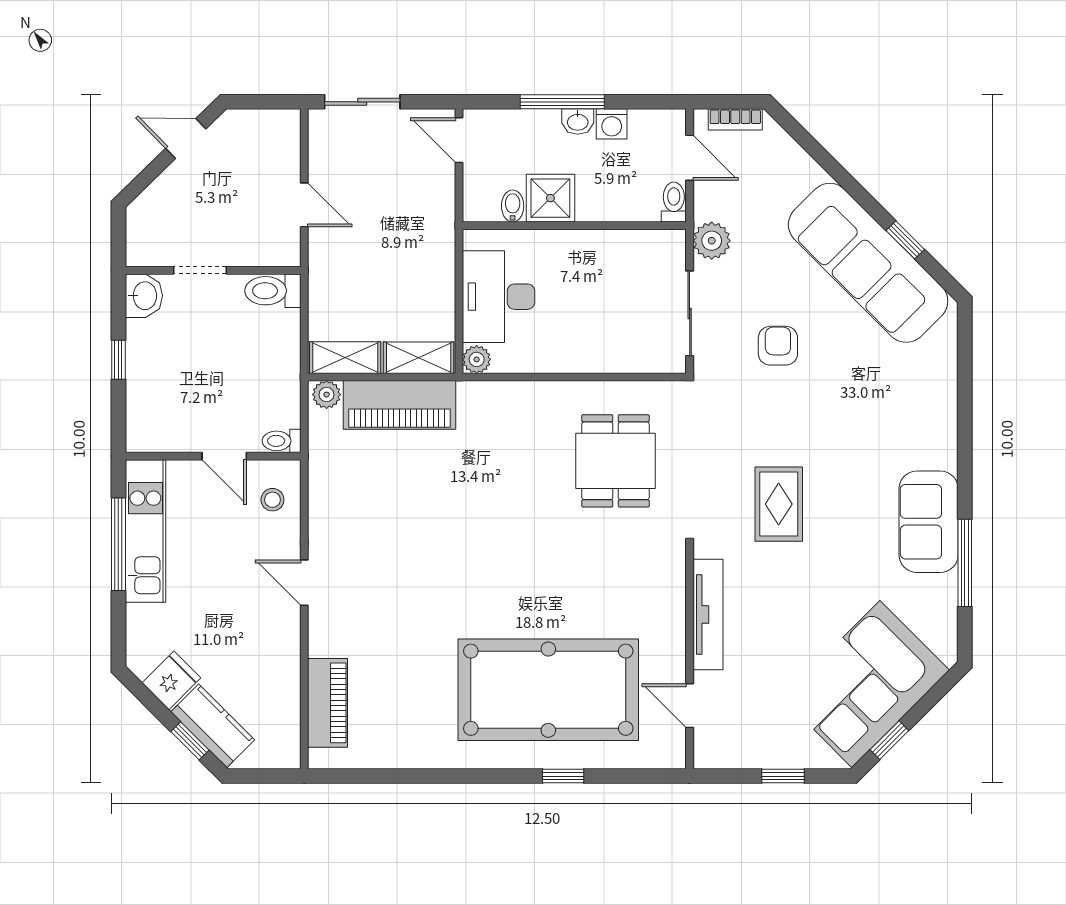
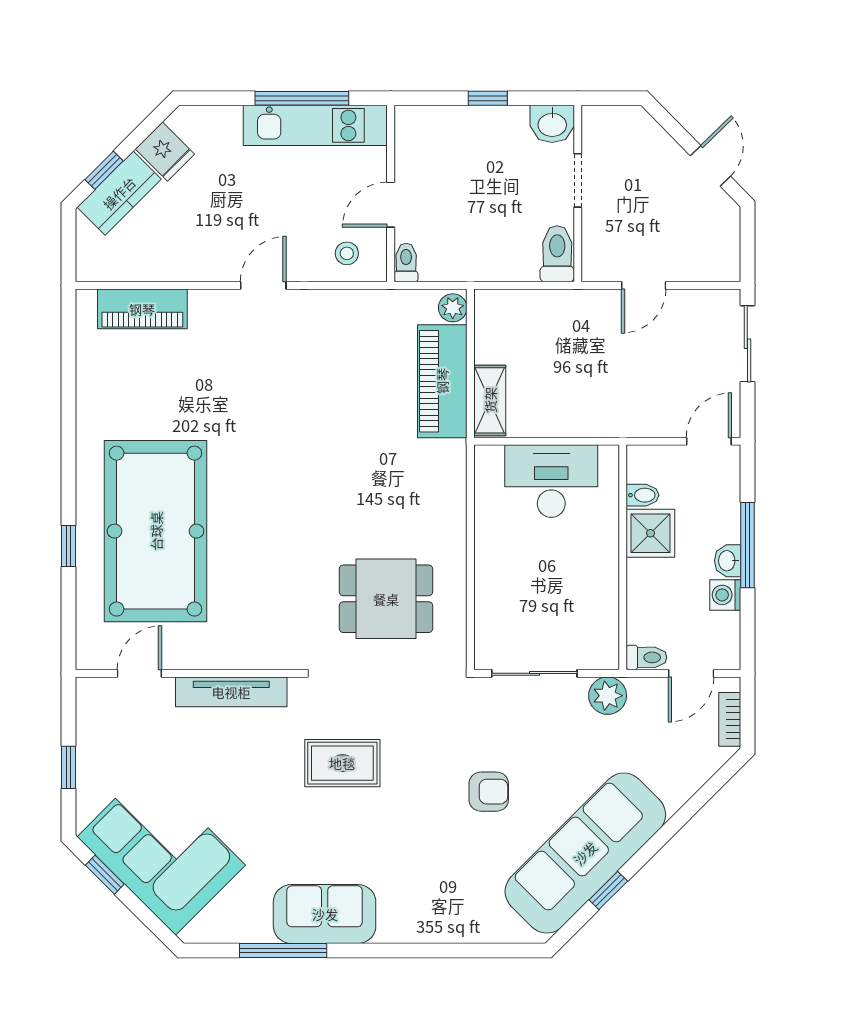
armchair: (778, 346) -> (489, 792), moved
shelving: (345, 358) -> (490, 327), removed
plant: (477, 359) -> (488, 459), removed

